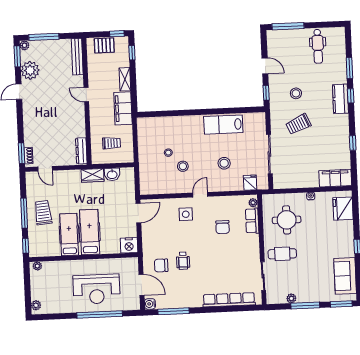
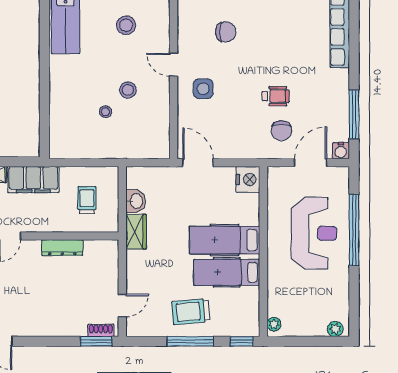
dresser: (81, 151) -> (62, 248), moved

